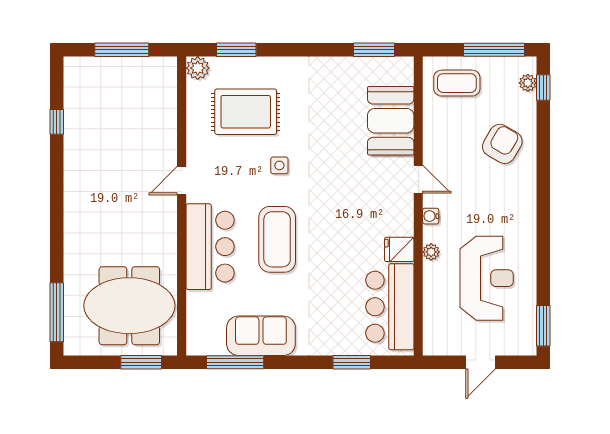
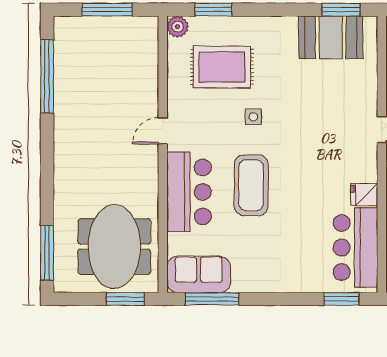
booth: (391, 121) -> (331, 37), moved, turned 90
window: (57, 122) -> (47, 76), width x3.17
meeting table: (129, 306) -> (114, 247), turned 90
sofa: (261, 336) -> (199, 274), moved
window: (352, 362) -> (341, 299), moved

